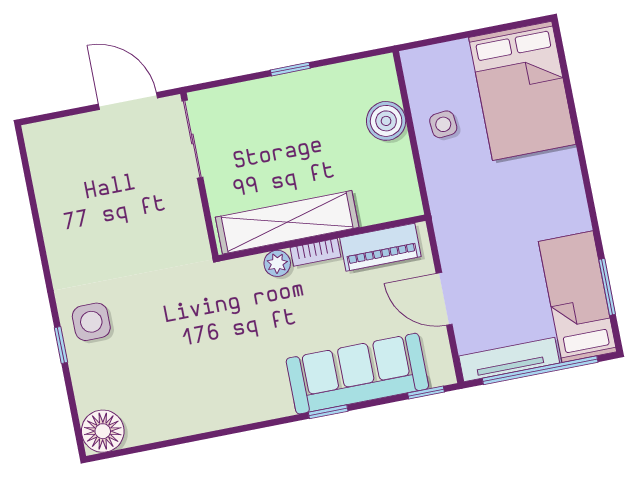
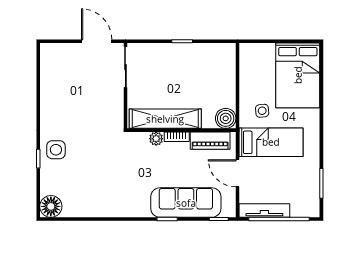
boiler: (386, 121) -> (226, 118), moved
side table: (443, 124) -> (262, 111), moved
bed: (577, 297) -> (271, 142), moved, turned 90

